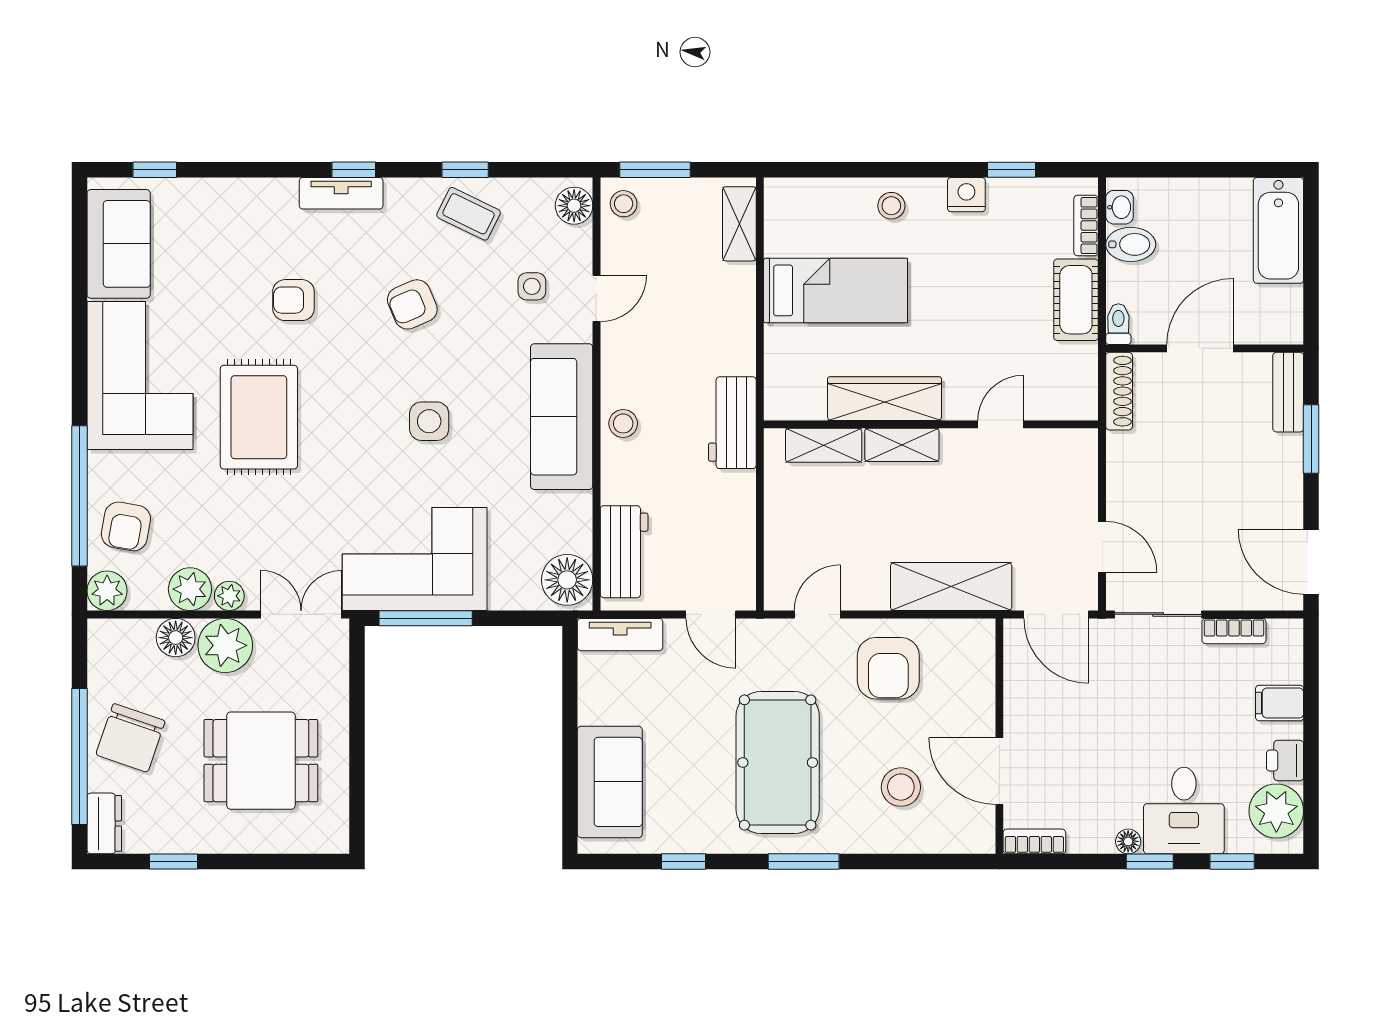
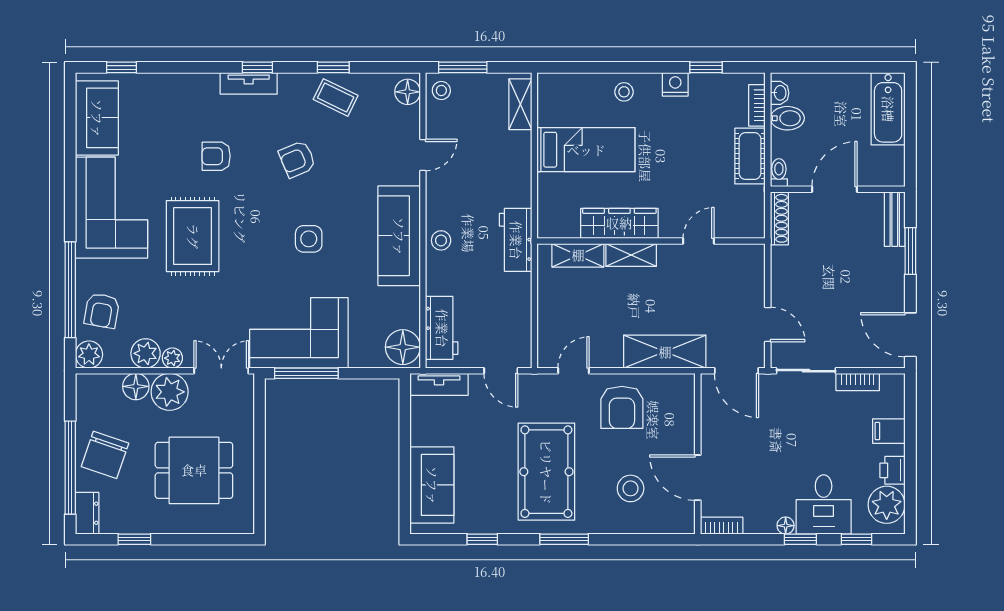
side table: (532, 286) -> (379, 147), removed

